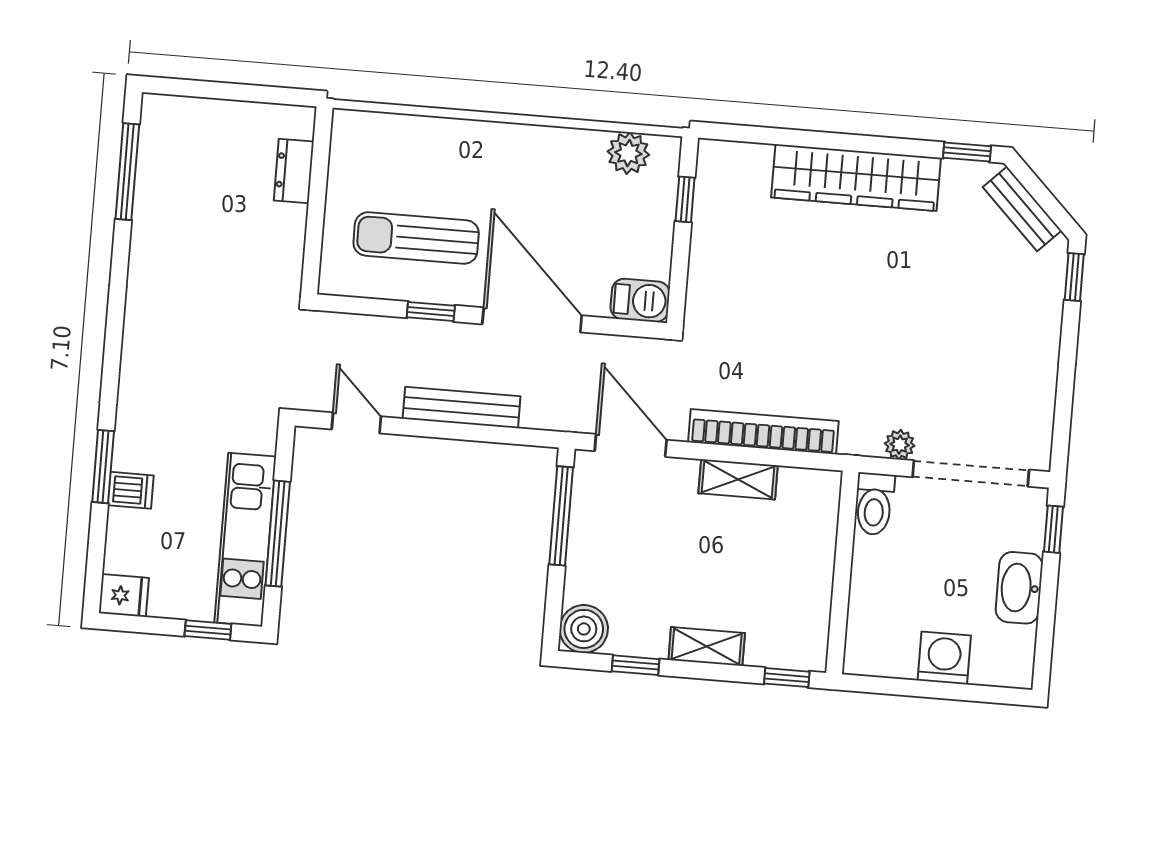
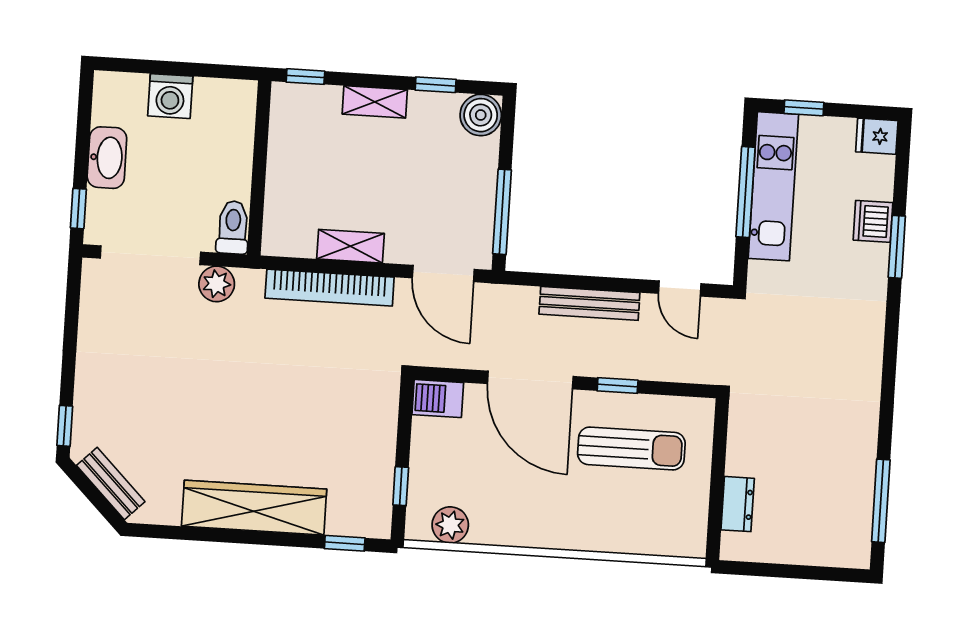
window: (967, 152) -> (345, 543), moved
plant: (900, 445) -> (217, 284), width x1.38, depth x1.38
dishwasher: (131, 490) -> (873, 221), width x1.38

